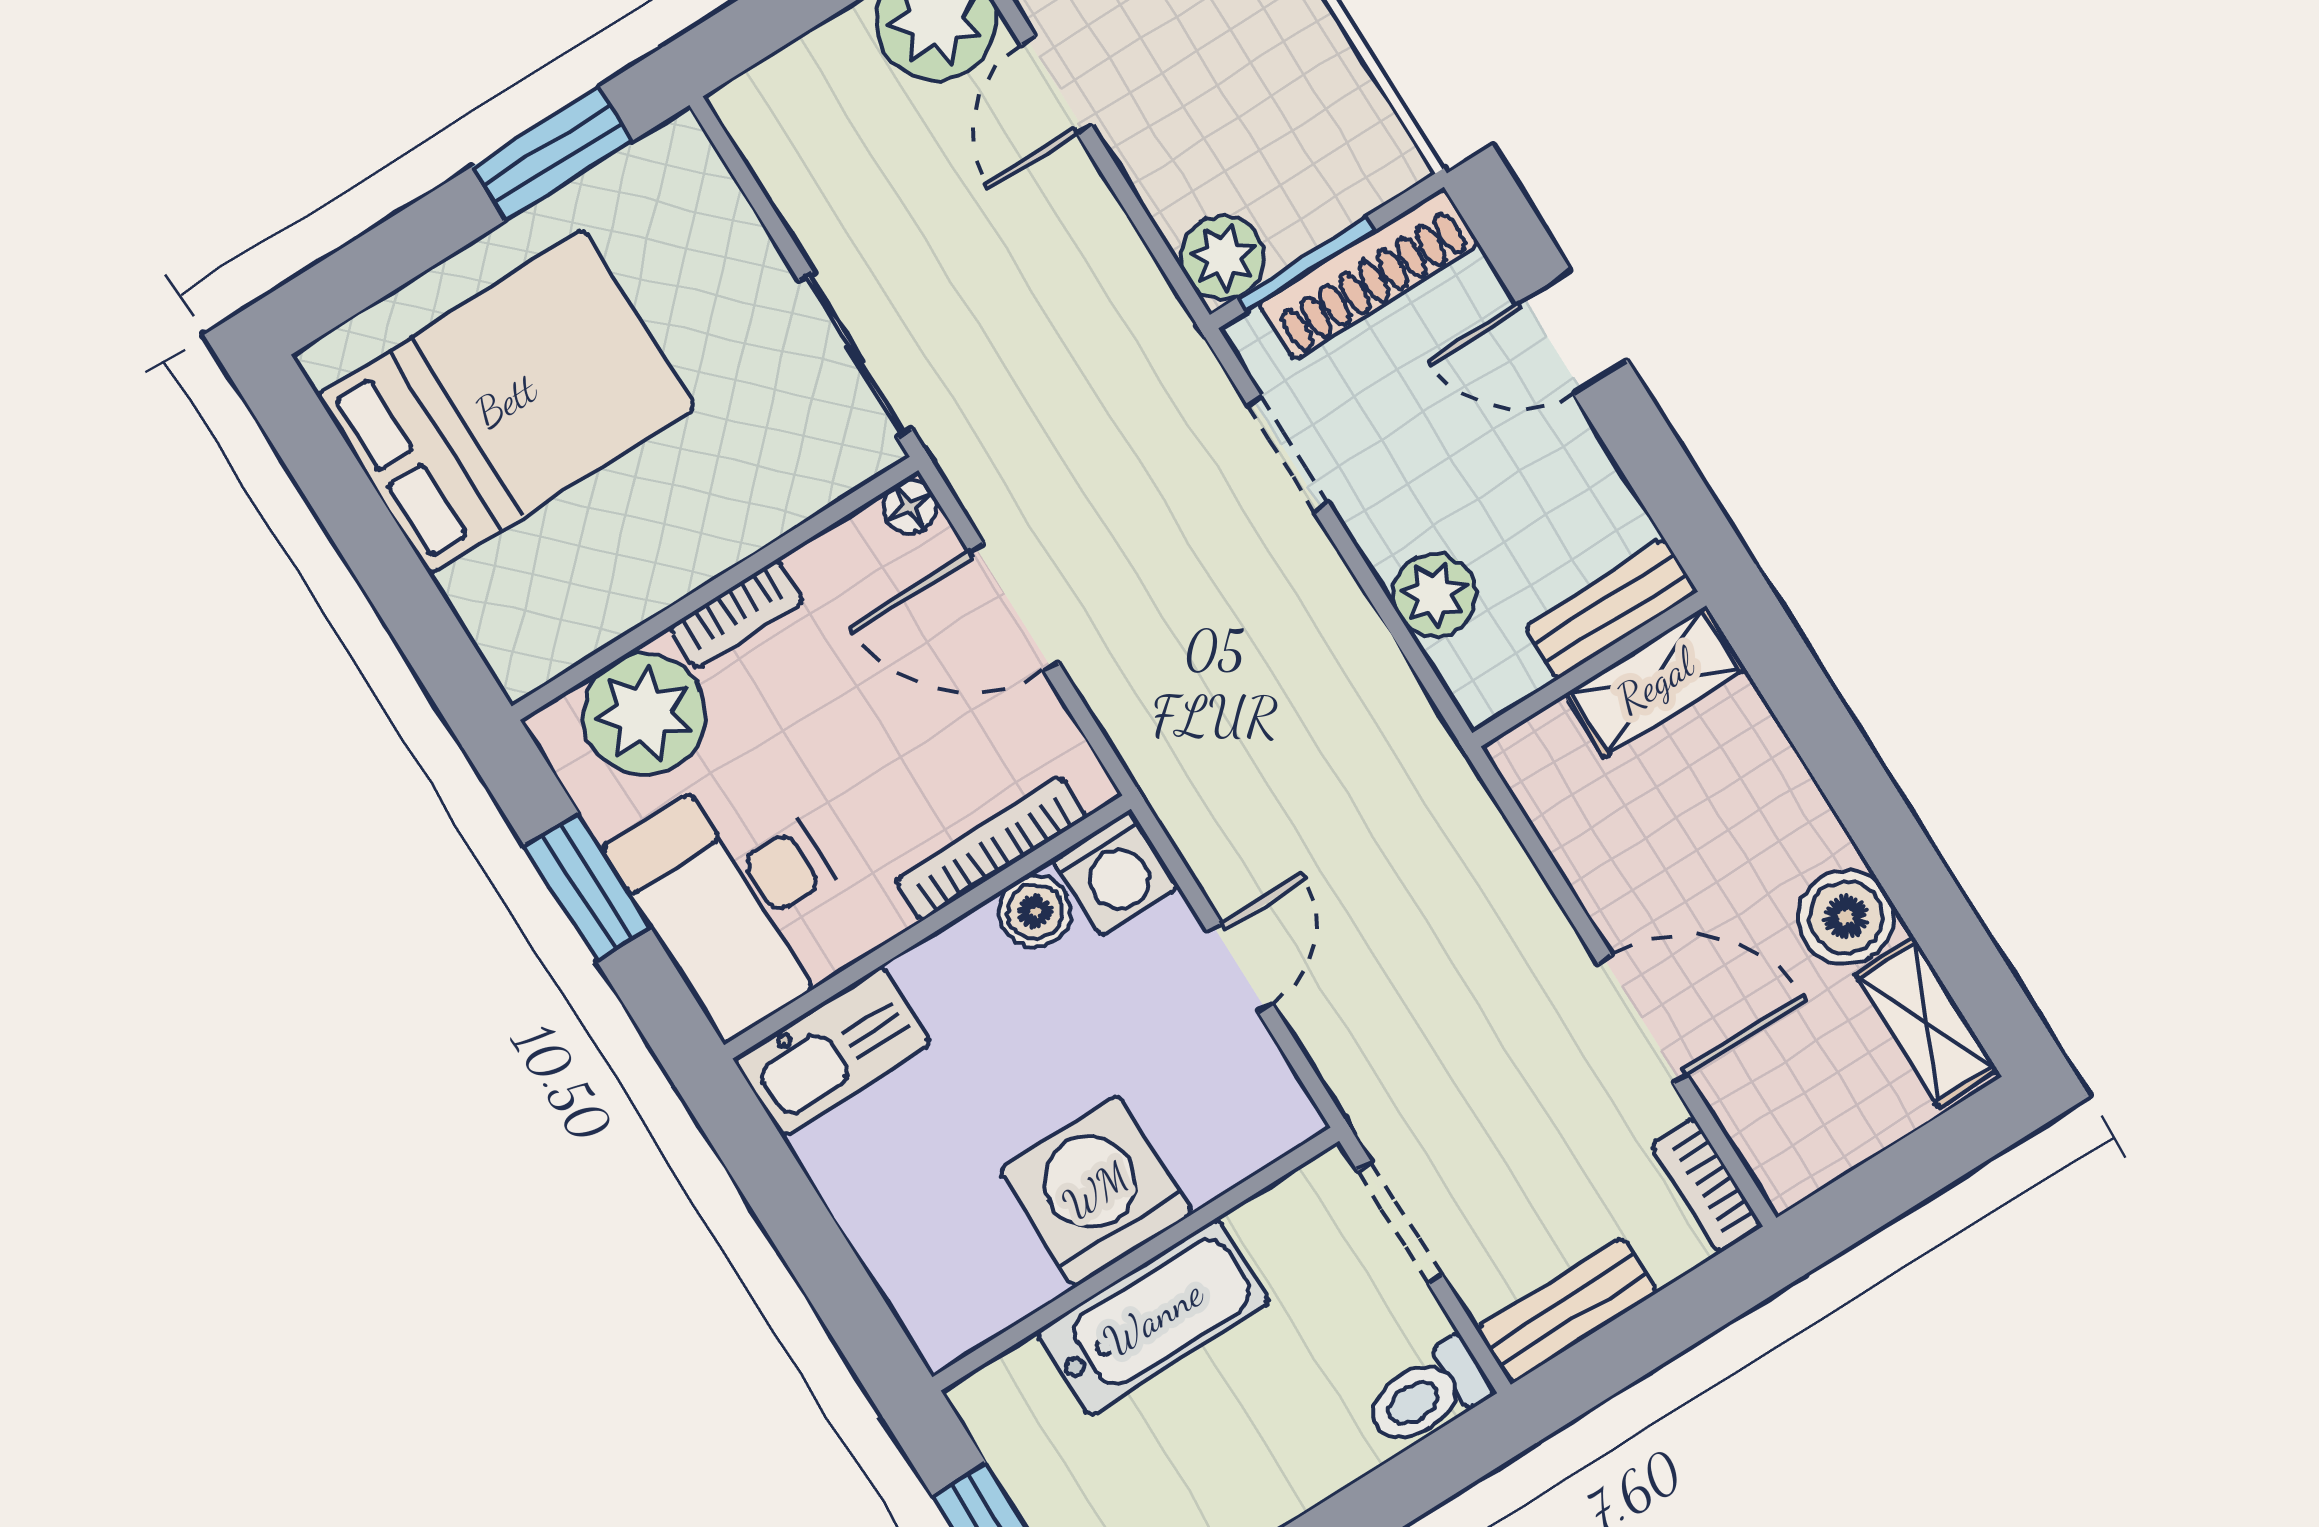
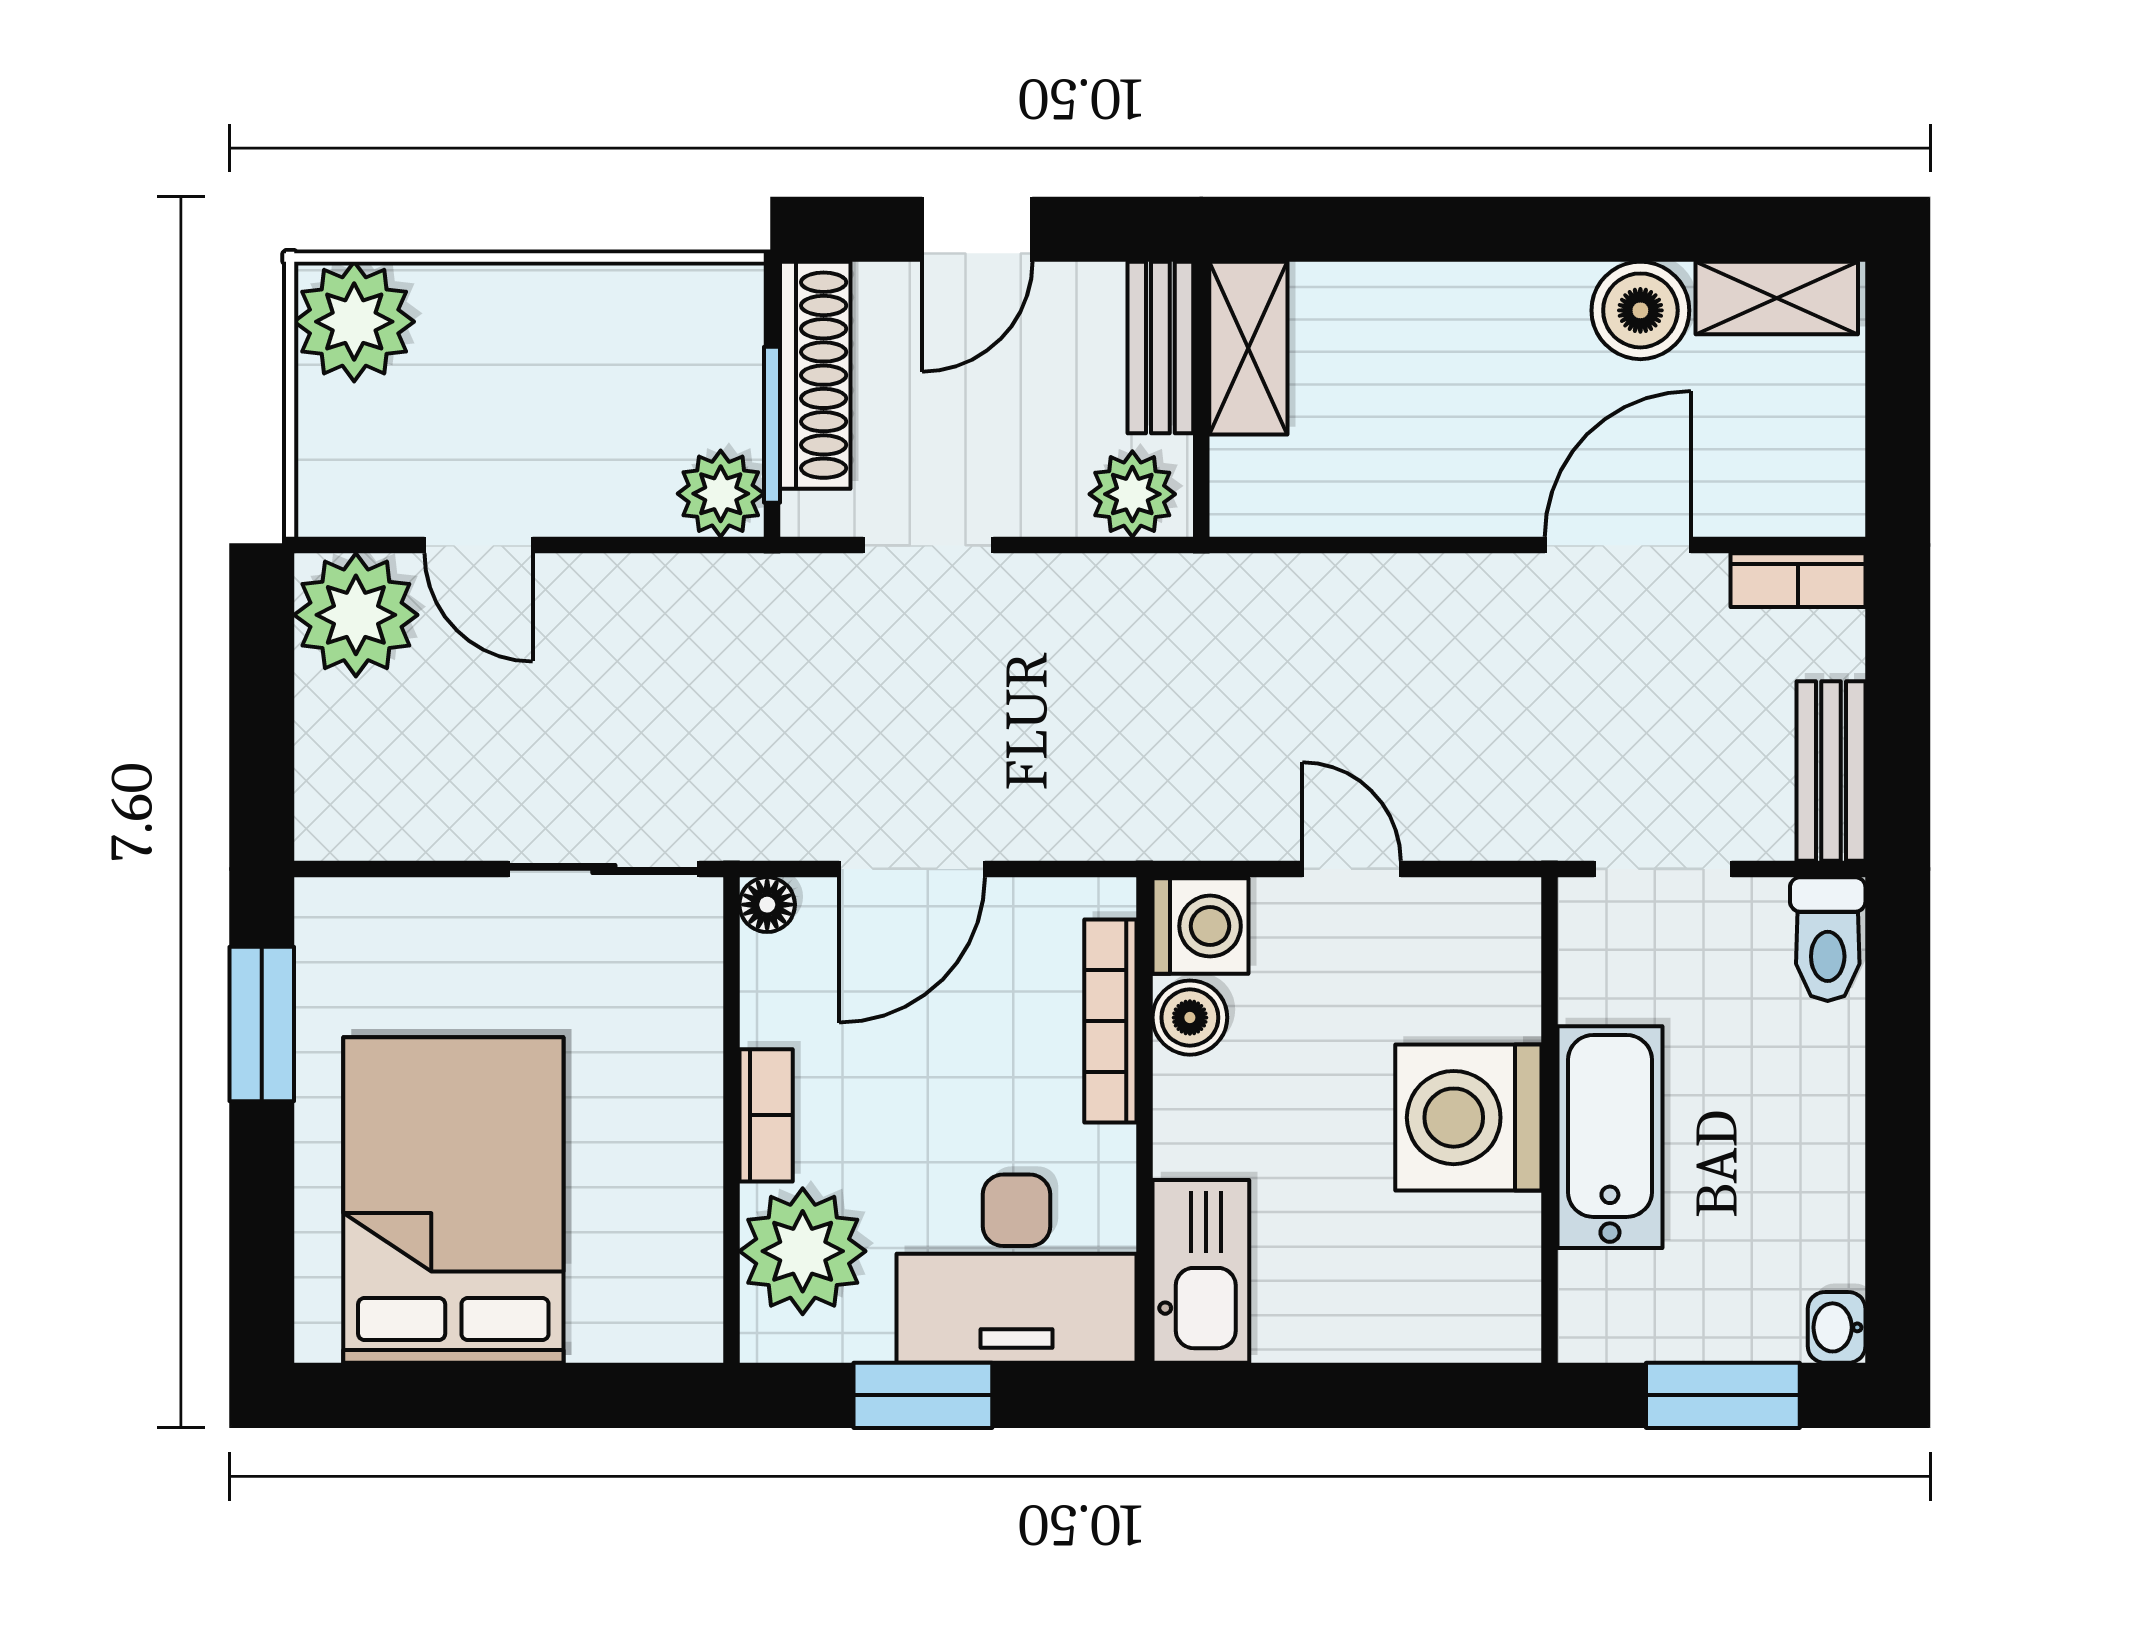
bench: (1611, 609) -> (1160, 347), moved
wall: (1589, 669) -> (1201, 399), moved
shelving: (1655, 682) -> (1248, 348), moved

